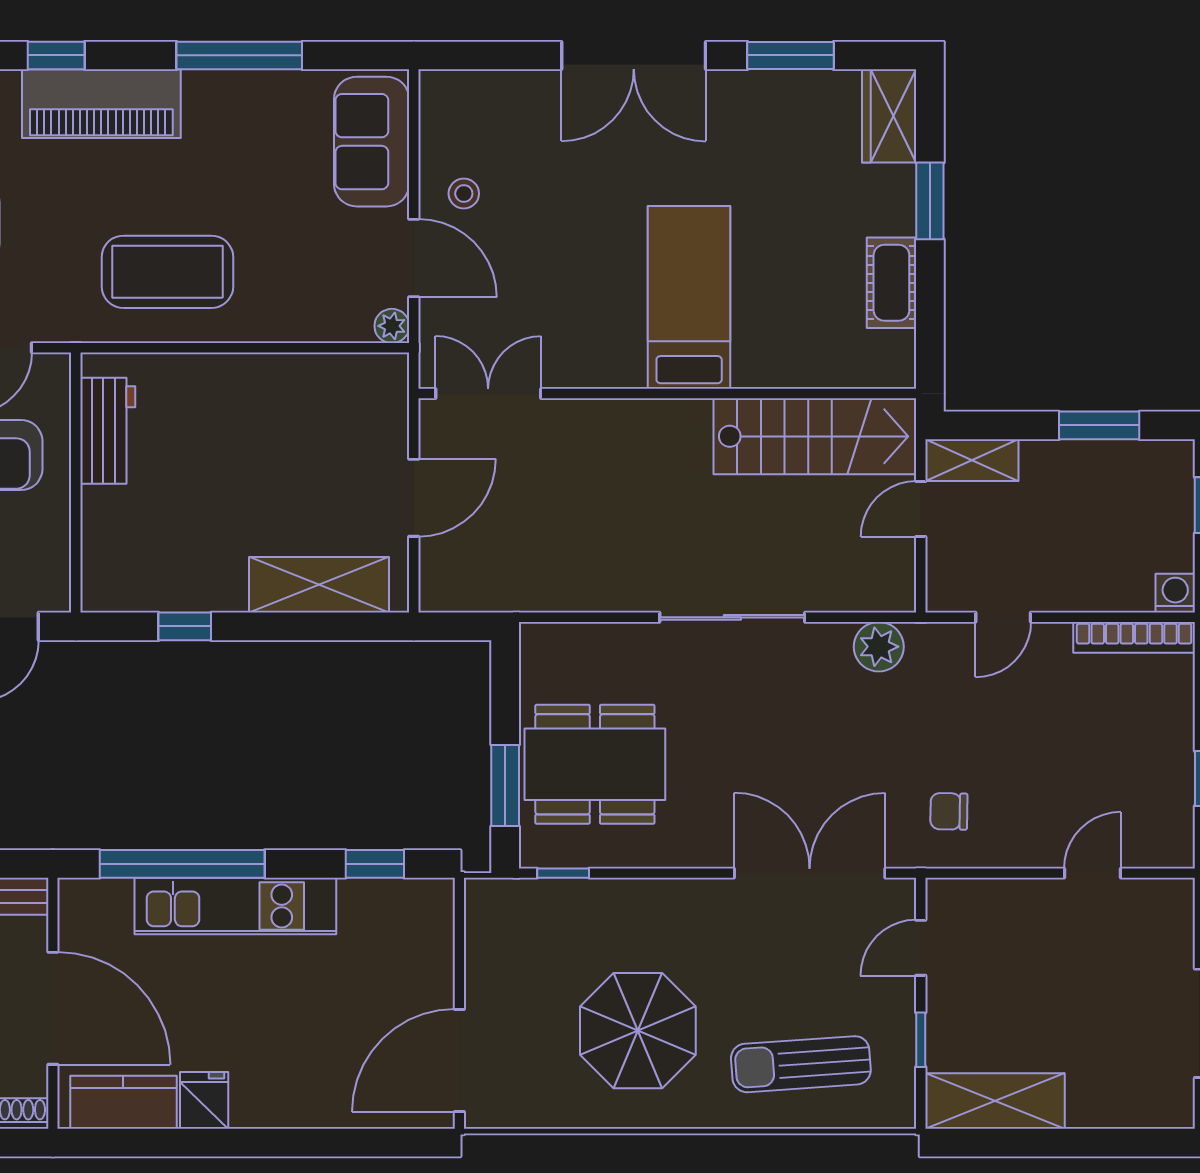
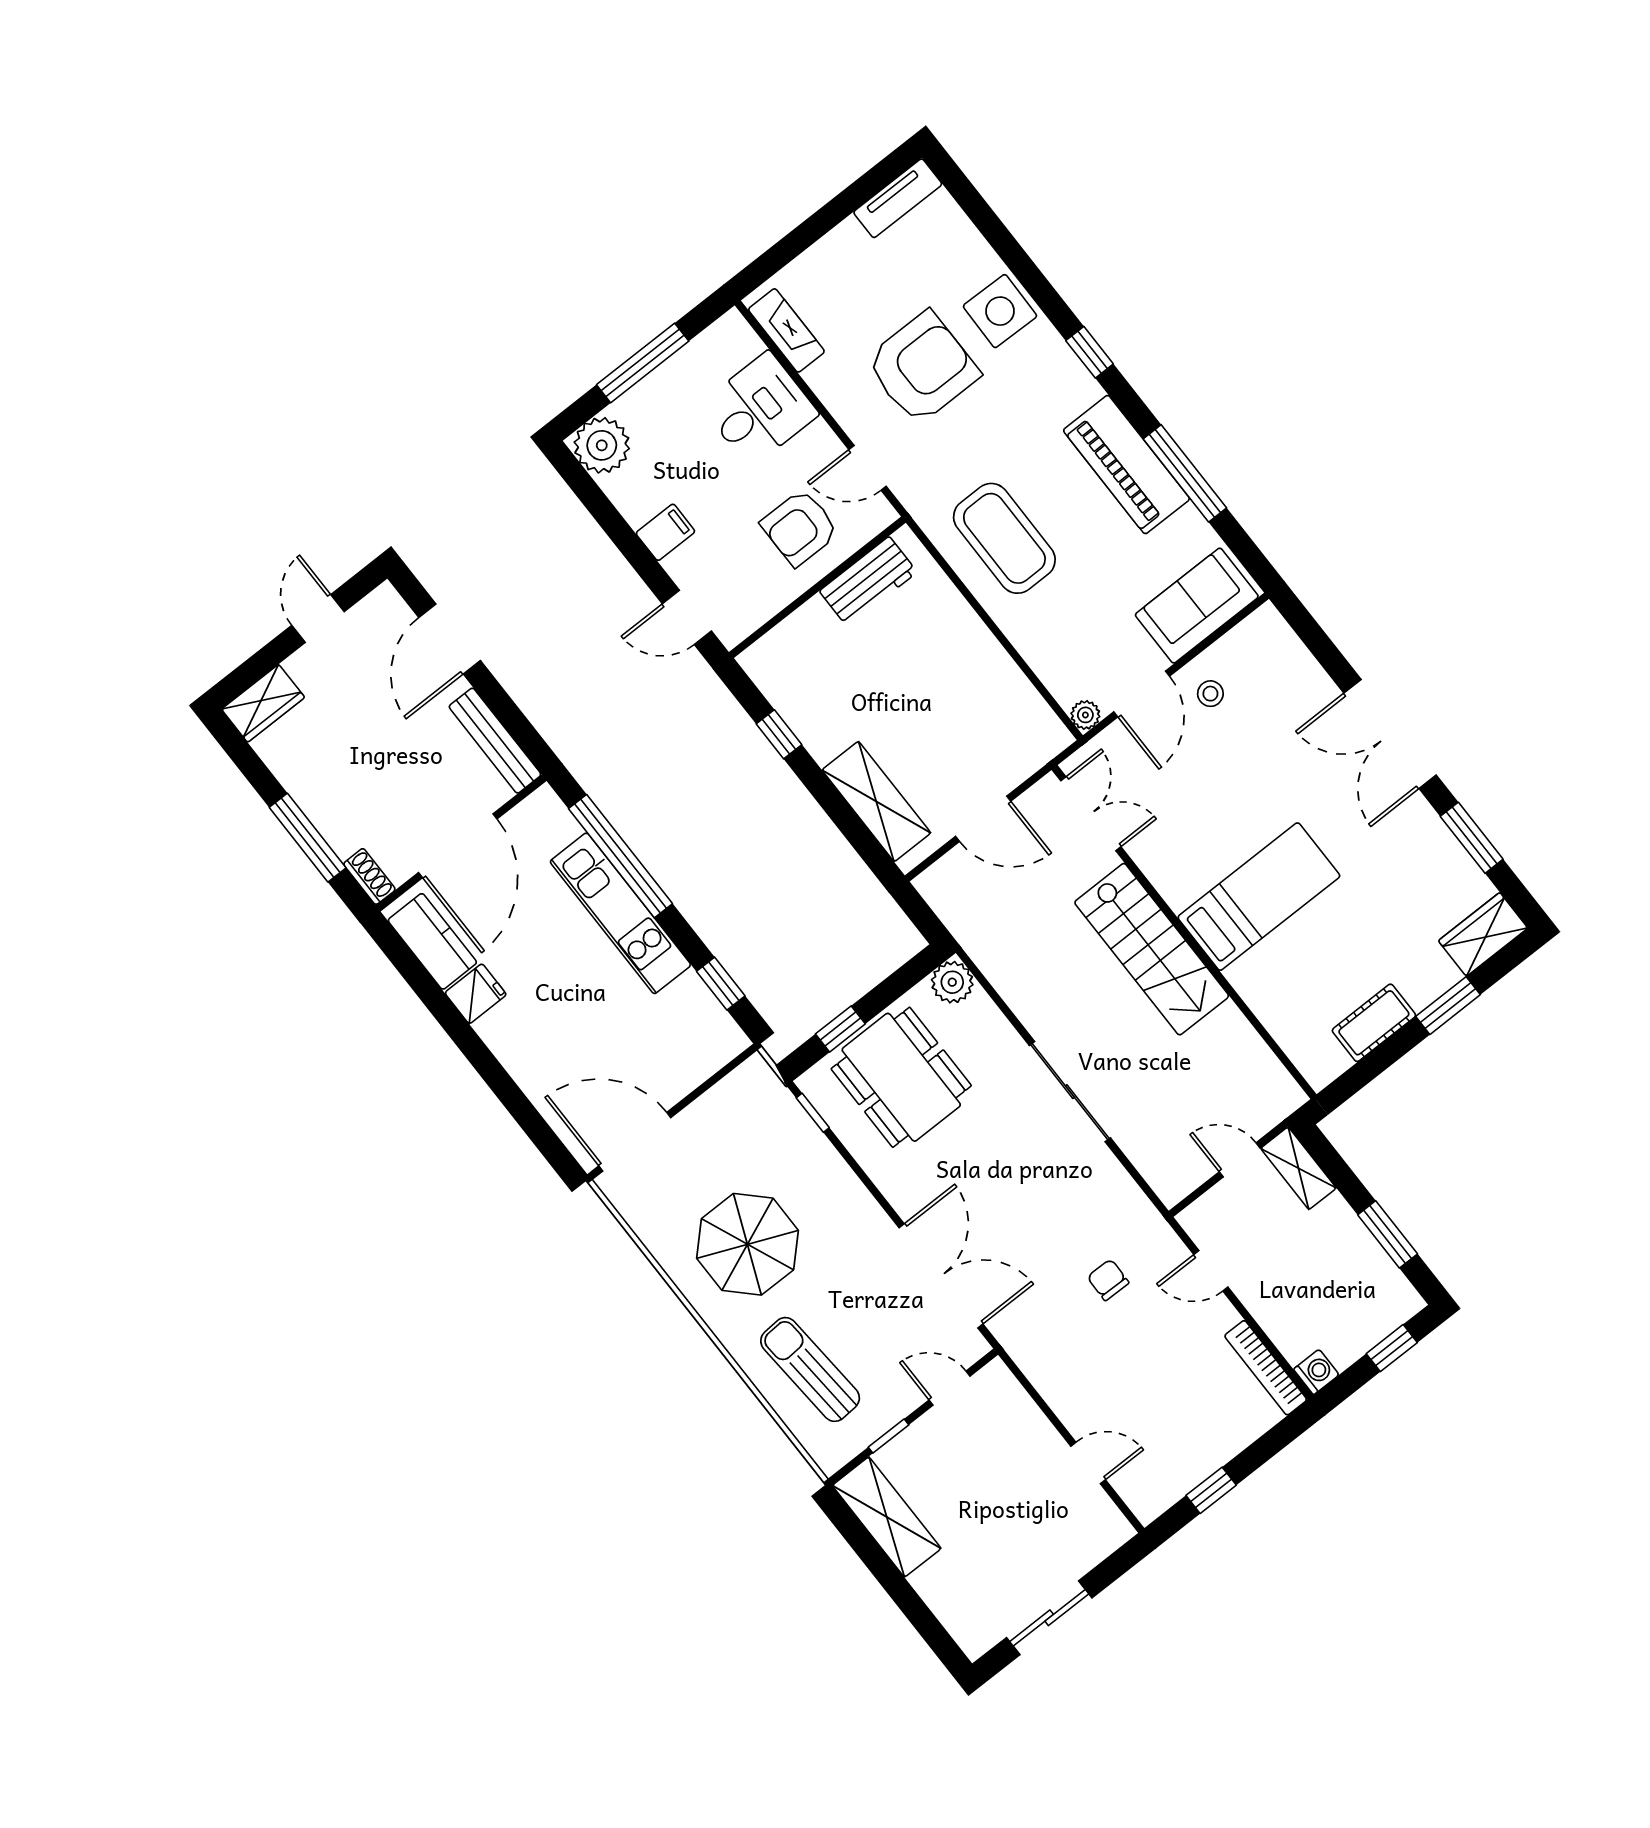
piano: (101, 104) -> (1126, 465), moved
stairs: (815, 436) -> (1152, 949), moved
plant: (879, 647) -> (952, 982), moved
window: (505, 786) -> (840, 1029), width x0.67
chair: (949, 811) -> (1108, 1280), moved

